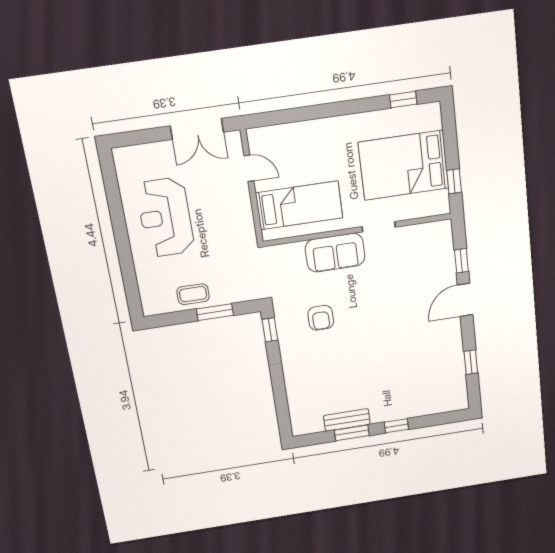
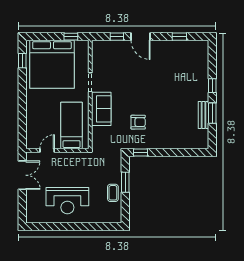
bed: (404, 165) -> (52, 64), width x1.36

